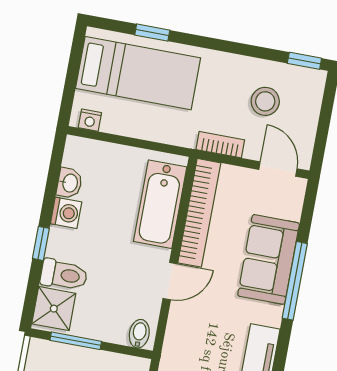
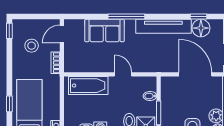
bookcase: (199, 213) -> (89, 67), removed
window: (295, 281) -> (126, 17), moved
bidet: (139, 334) -> (150, 96), moved

